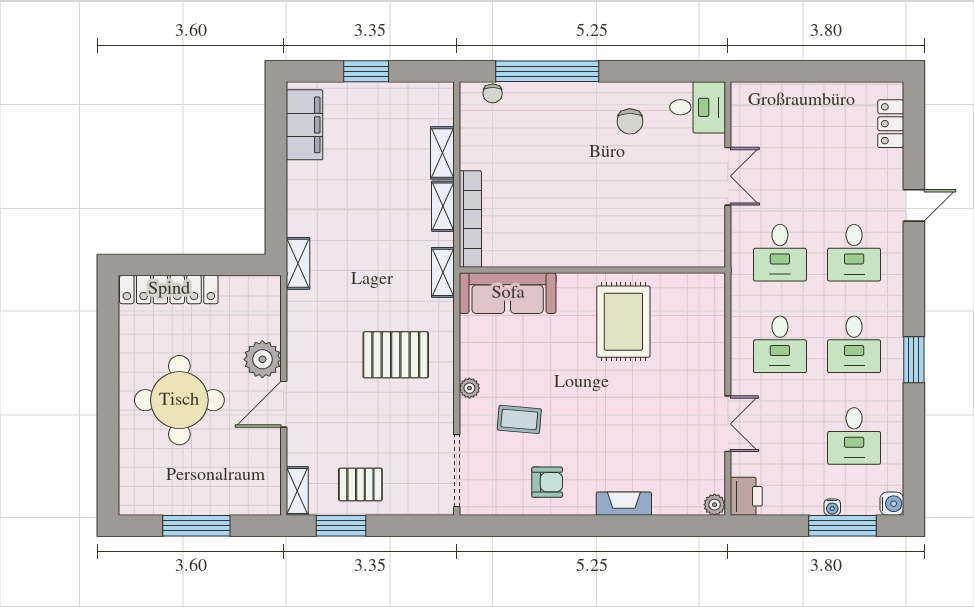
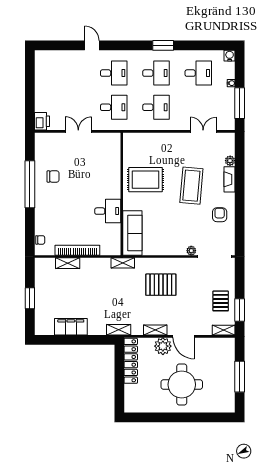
window: (547, 71) -> (30, 184), moved
desk: (698, 107) -> (108, 211), moved, turned 90
locker: (891, 124) -> (54, 56), removed
filing cabinet: (304, 125) -> (71, 327), moved
shelving: (443, 206) -> (155, 330), moved
bookcase: (470, 219) -> (77, 250), moved
locker: (169, 289) -> (131, 361), moved
pallet: (396, 355) -> (161, 285), turned 90
plant: (469, 388) -> (191, 251), moved
coffee table: (519, 419) -> (191, 186), moved, width x1.86, depth x1.72
double door: (728, 424) -> (203, 131), moved
printer: (746, 496) -> (42, 121), moved, turned 90
plant: (715, 505) -> (230, 161), moved
window: (842, 526) -> (240, 103), moved

